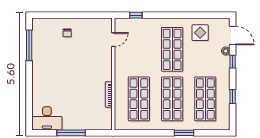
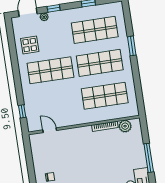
plant: (106, 114) -> (125, 126), added

